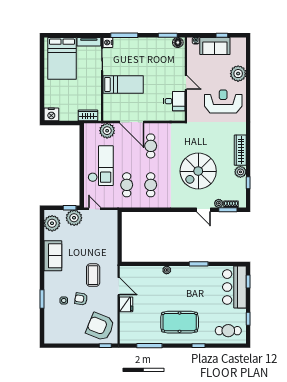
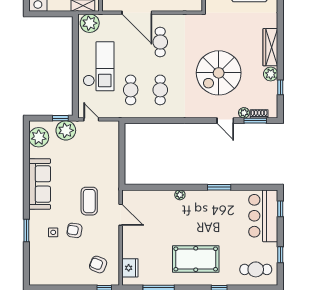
plant: (107, 131) -> (90, 23), moved
sofa: (53, 256) -> (40, 184), width x1.36
fridge: (126, 304) -> (130, 268), moved
armchair: (100, 327) -> (98, 265), width x0.53, depth x0.53

